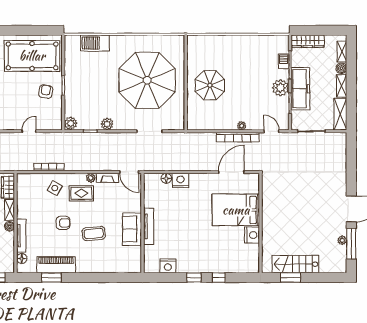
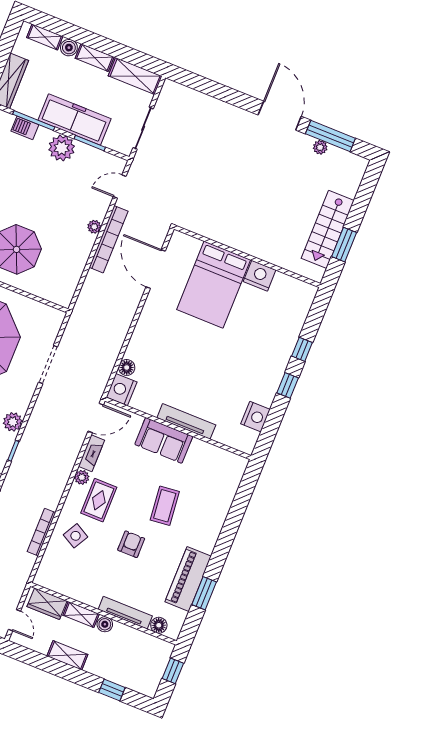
nightstand: (181, 181) -> (122, 389), moved
sofa: (132, 229) -> (164, 440), moved

